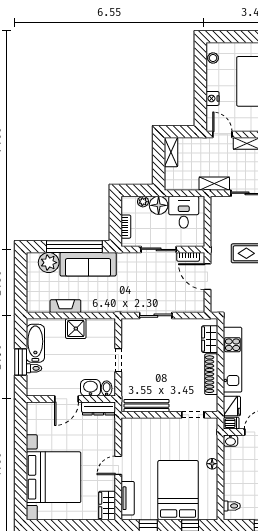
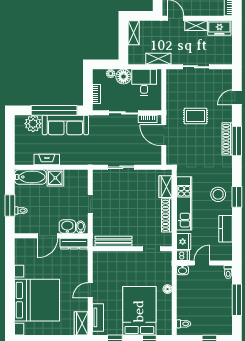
shelving: (214, 184) -> (158, 59), moved
bathtub: (35, 343) -> (30, 177), moved, turned 90

